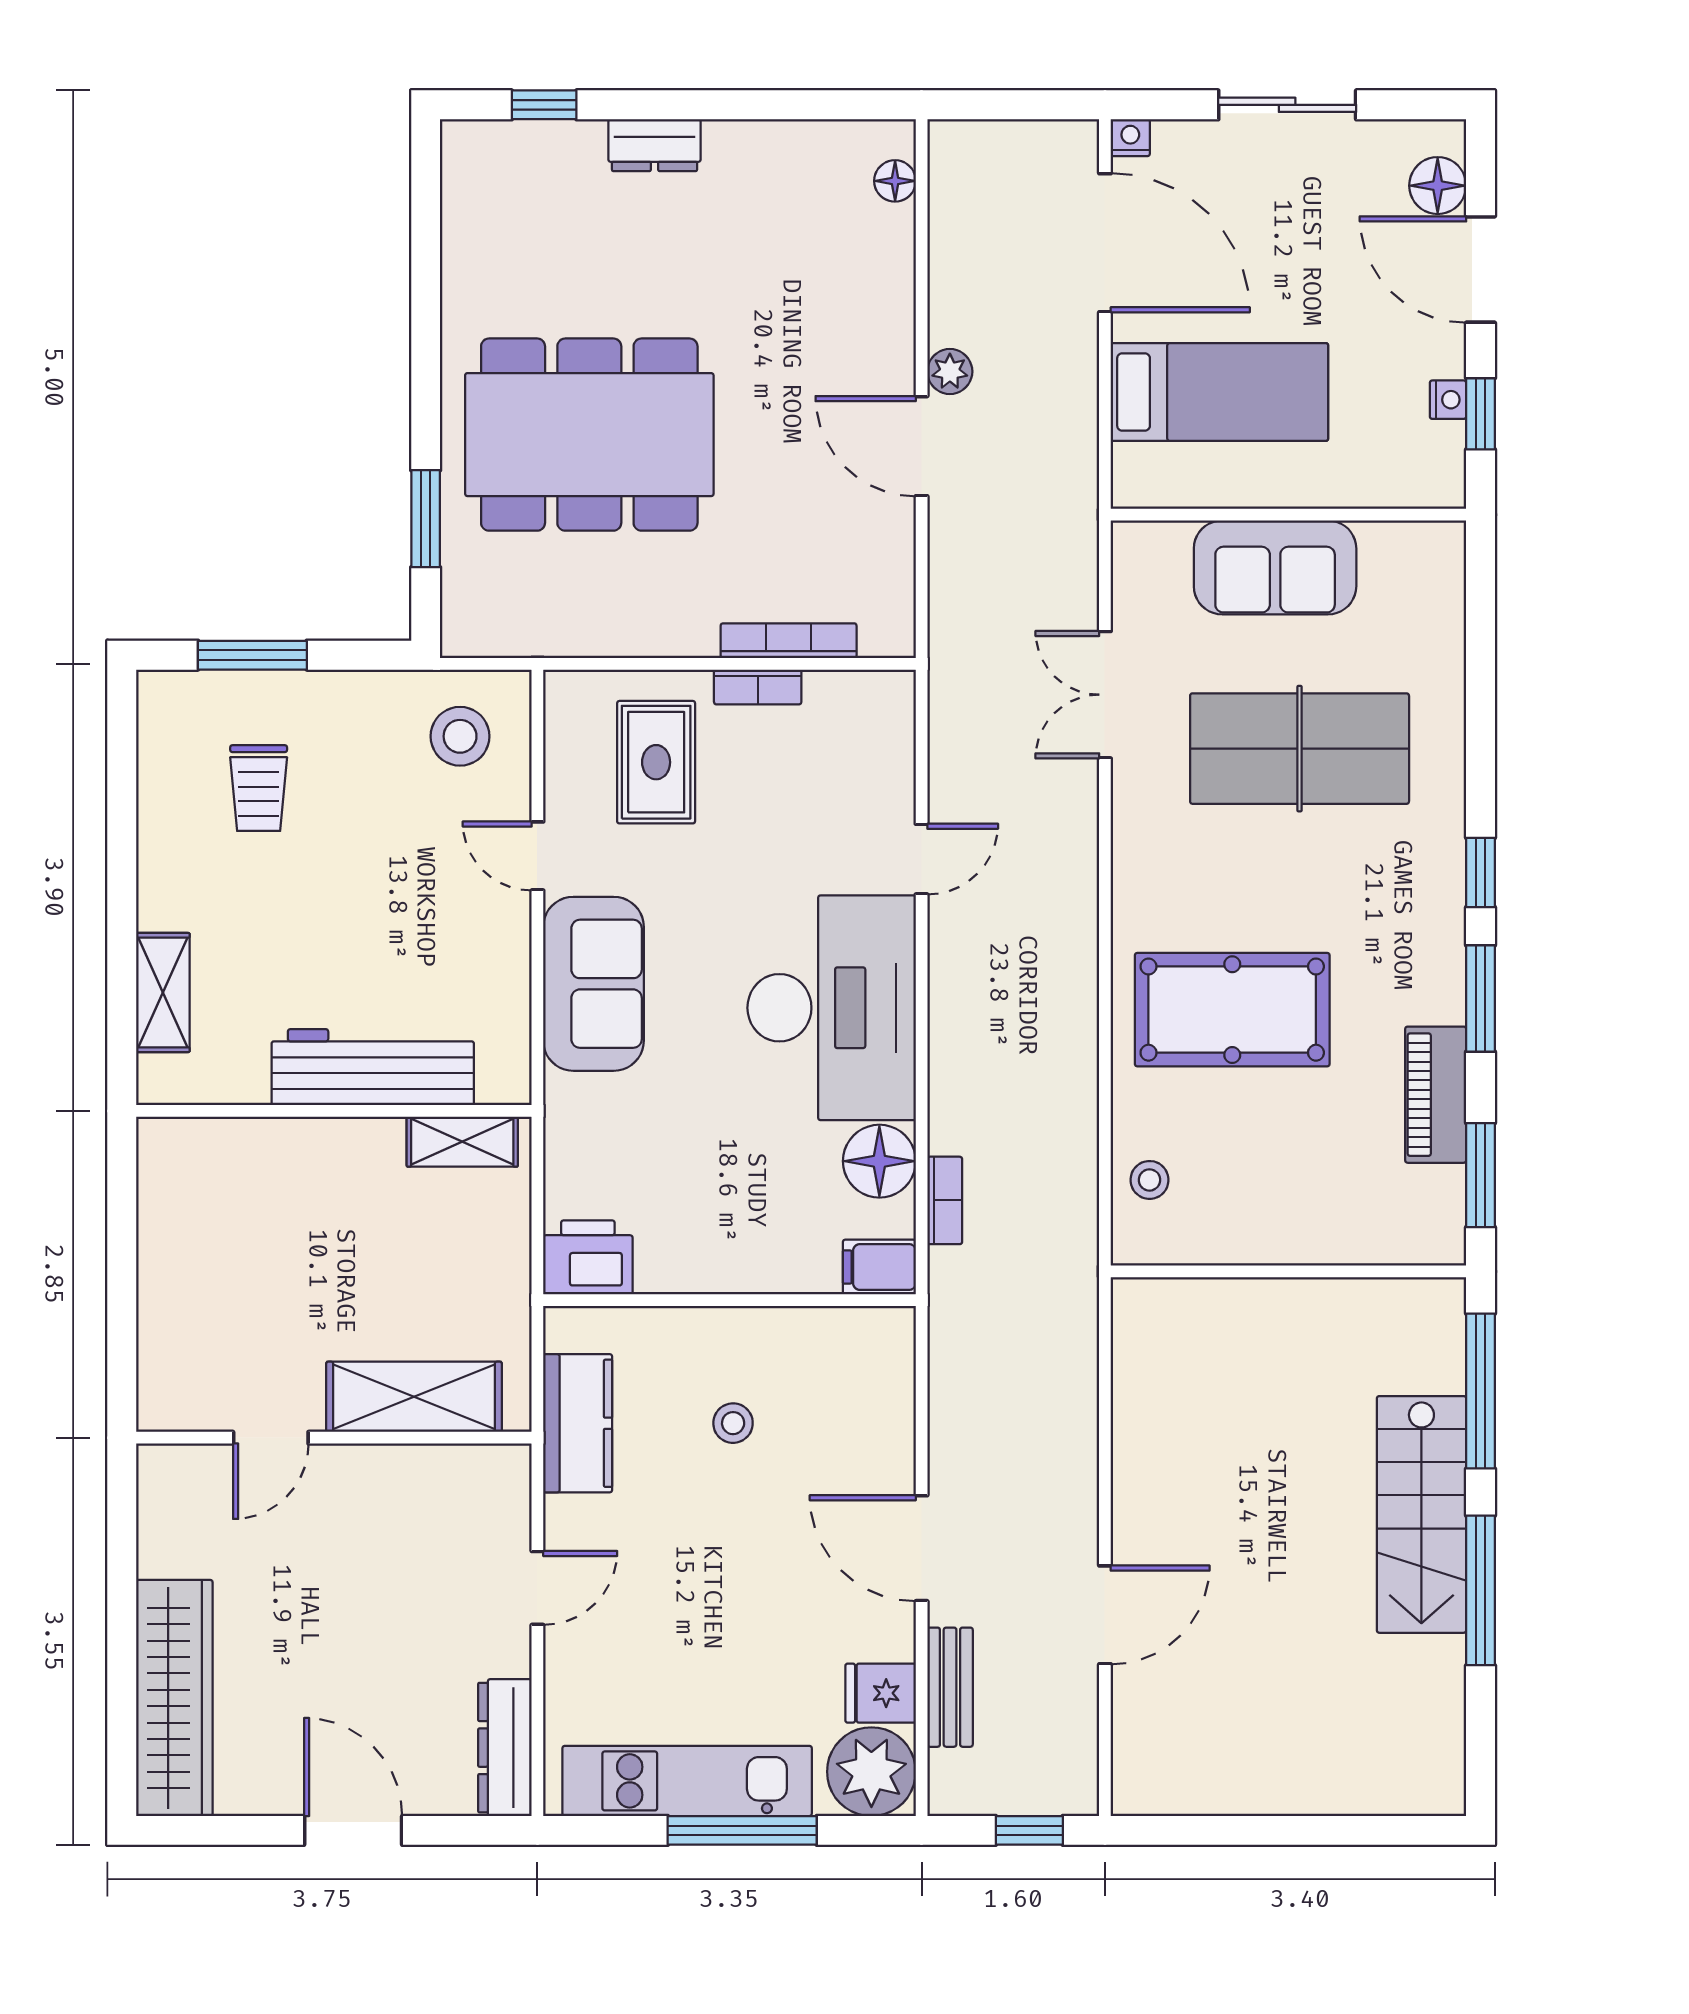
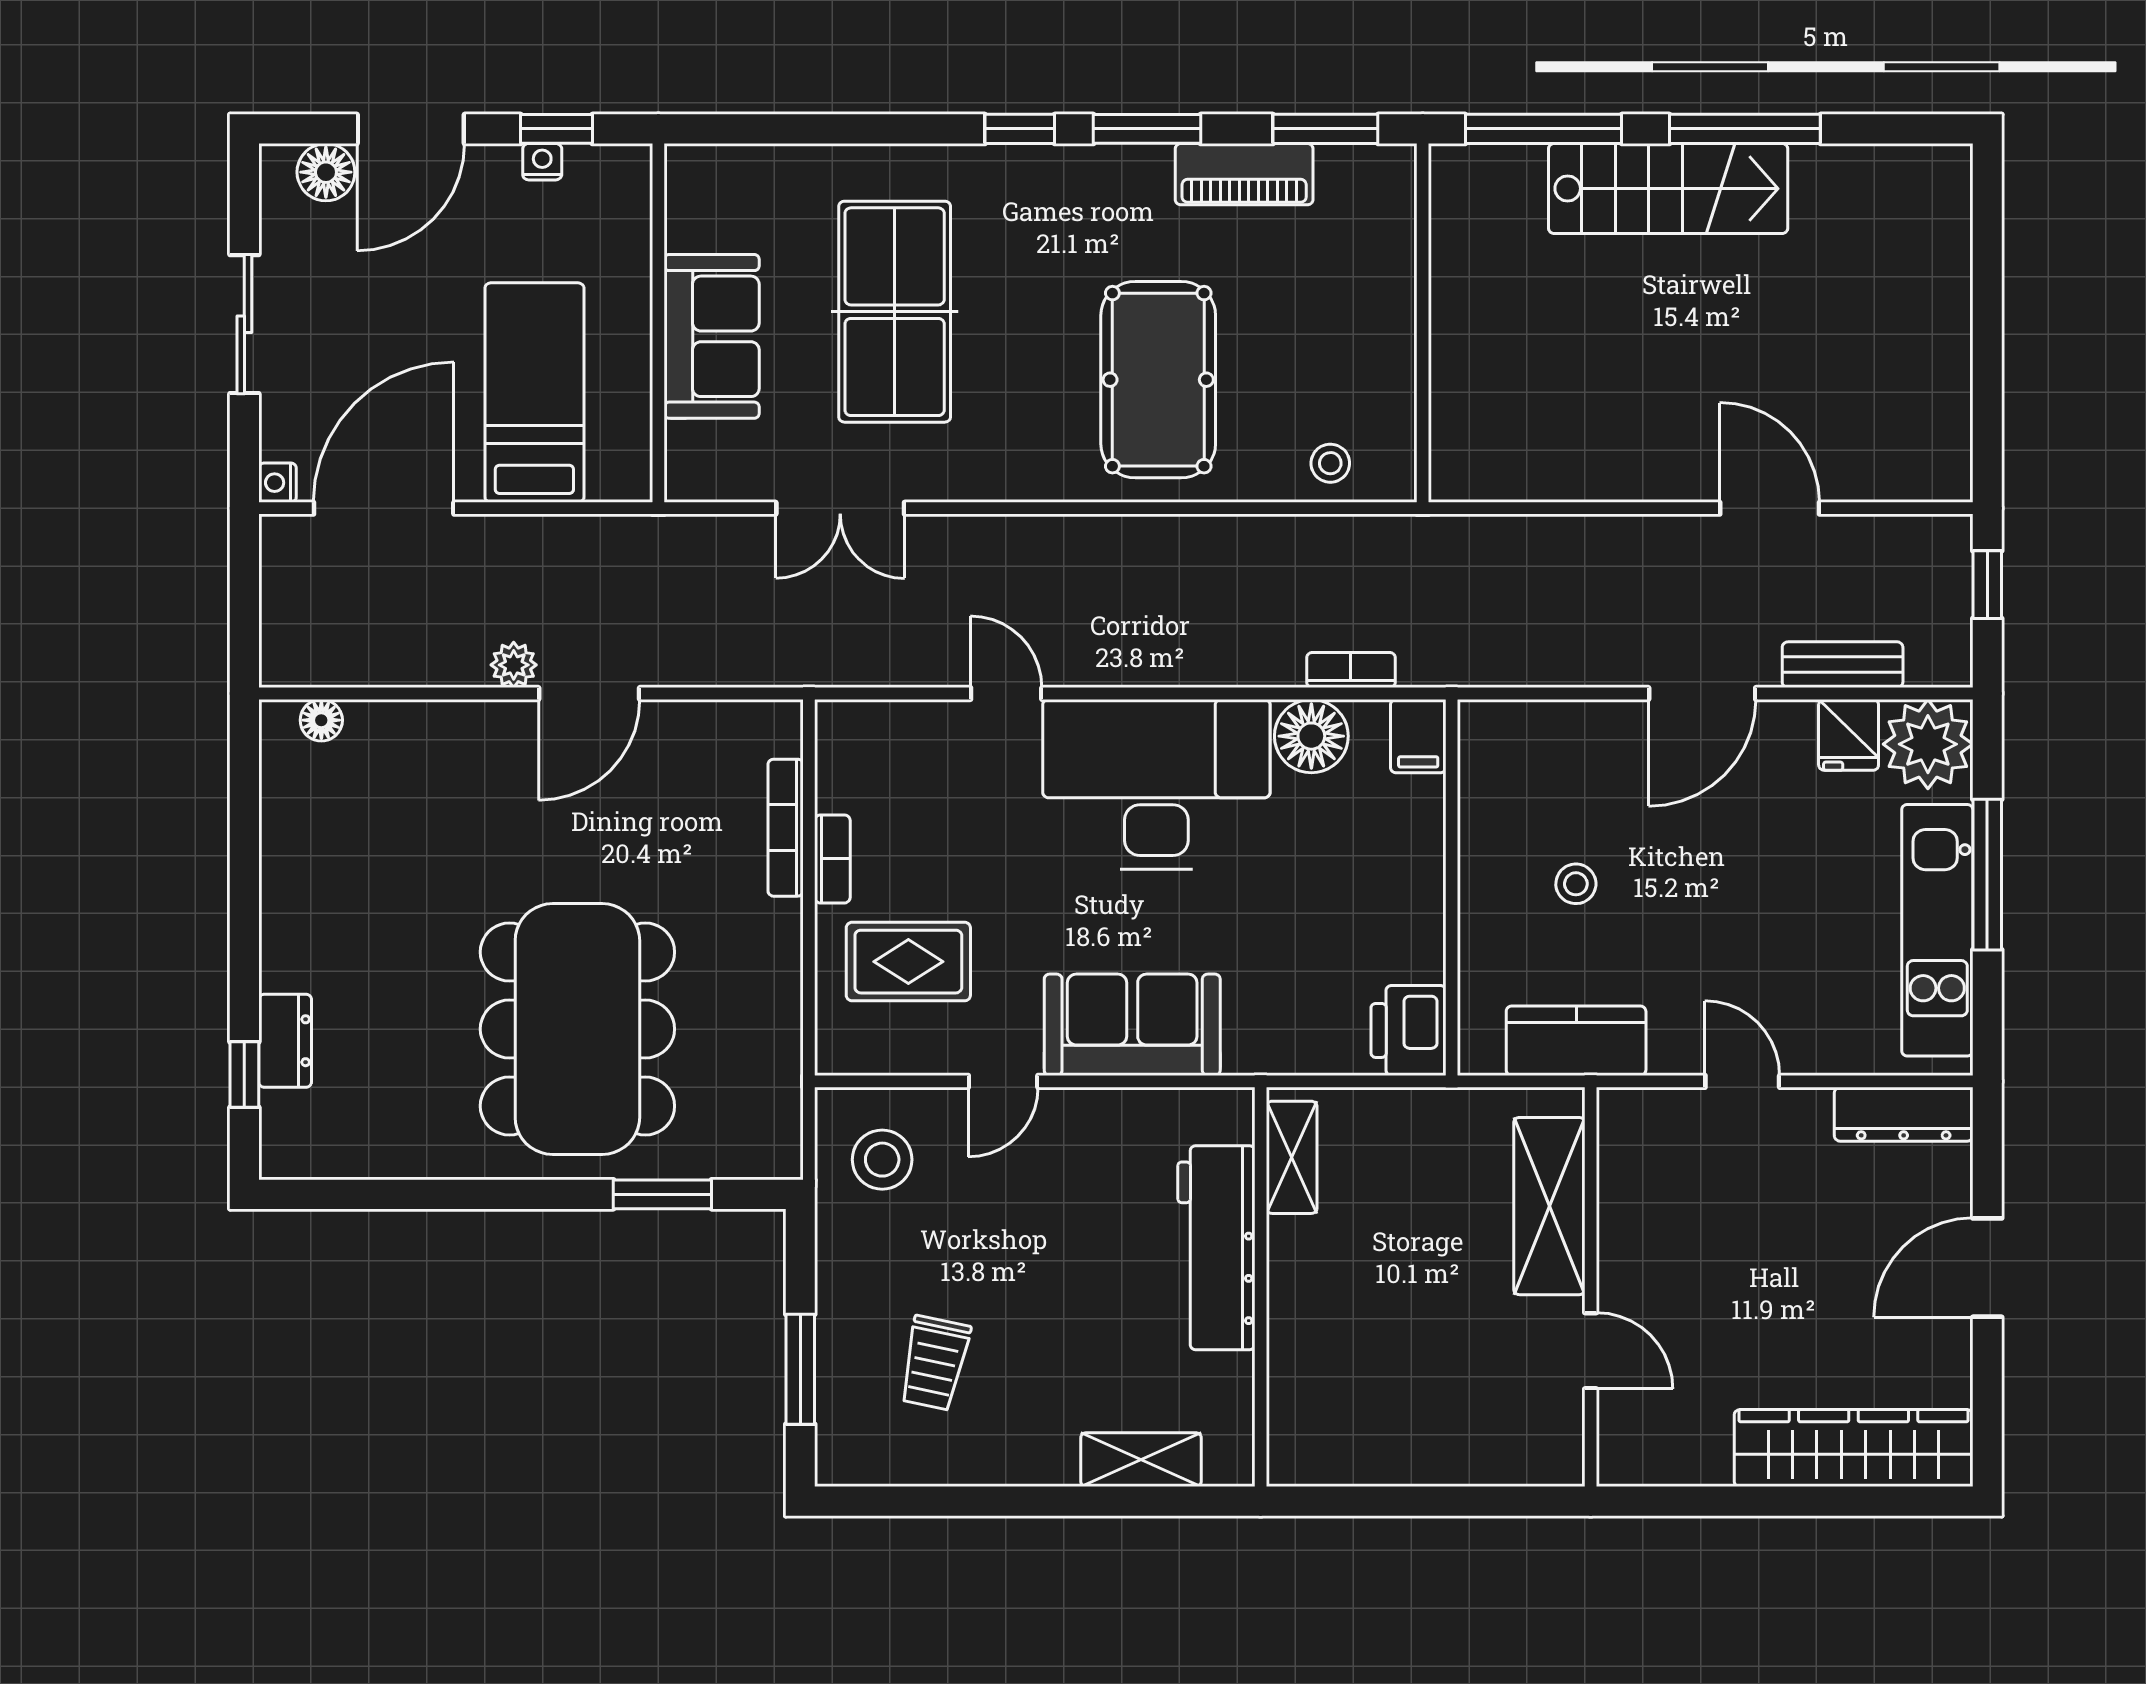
dresser: (655, 145) -> (285, 1041), moved
trolley: (259, 788) -> (935, 1363), turned 102

